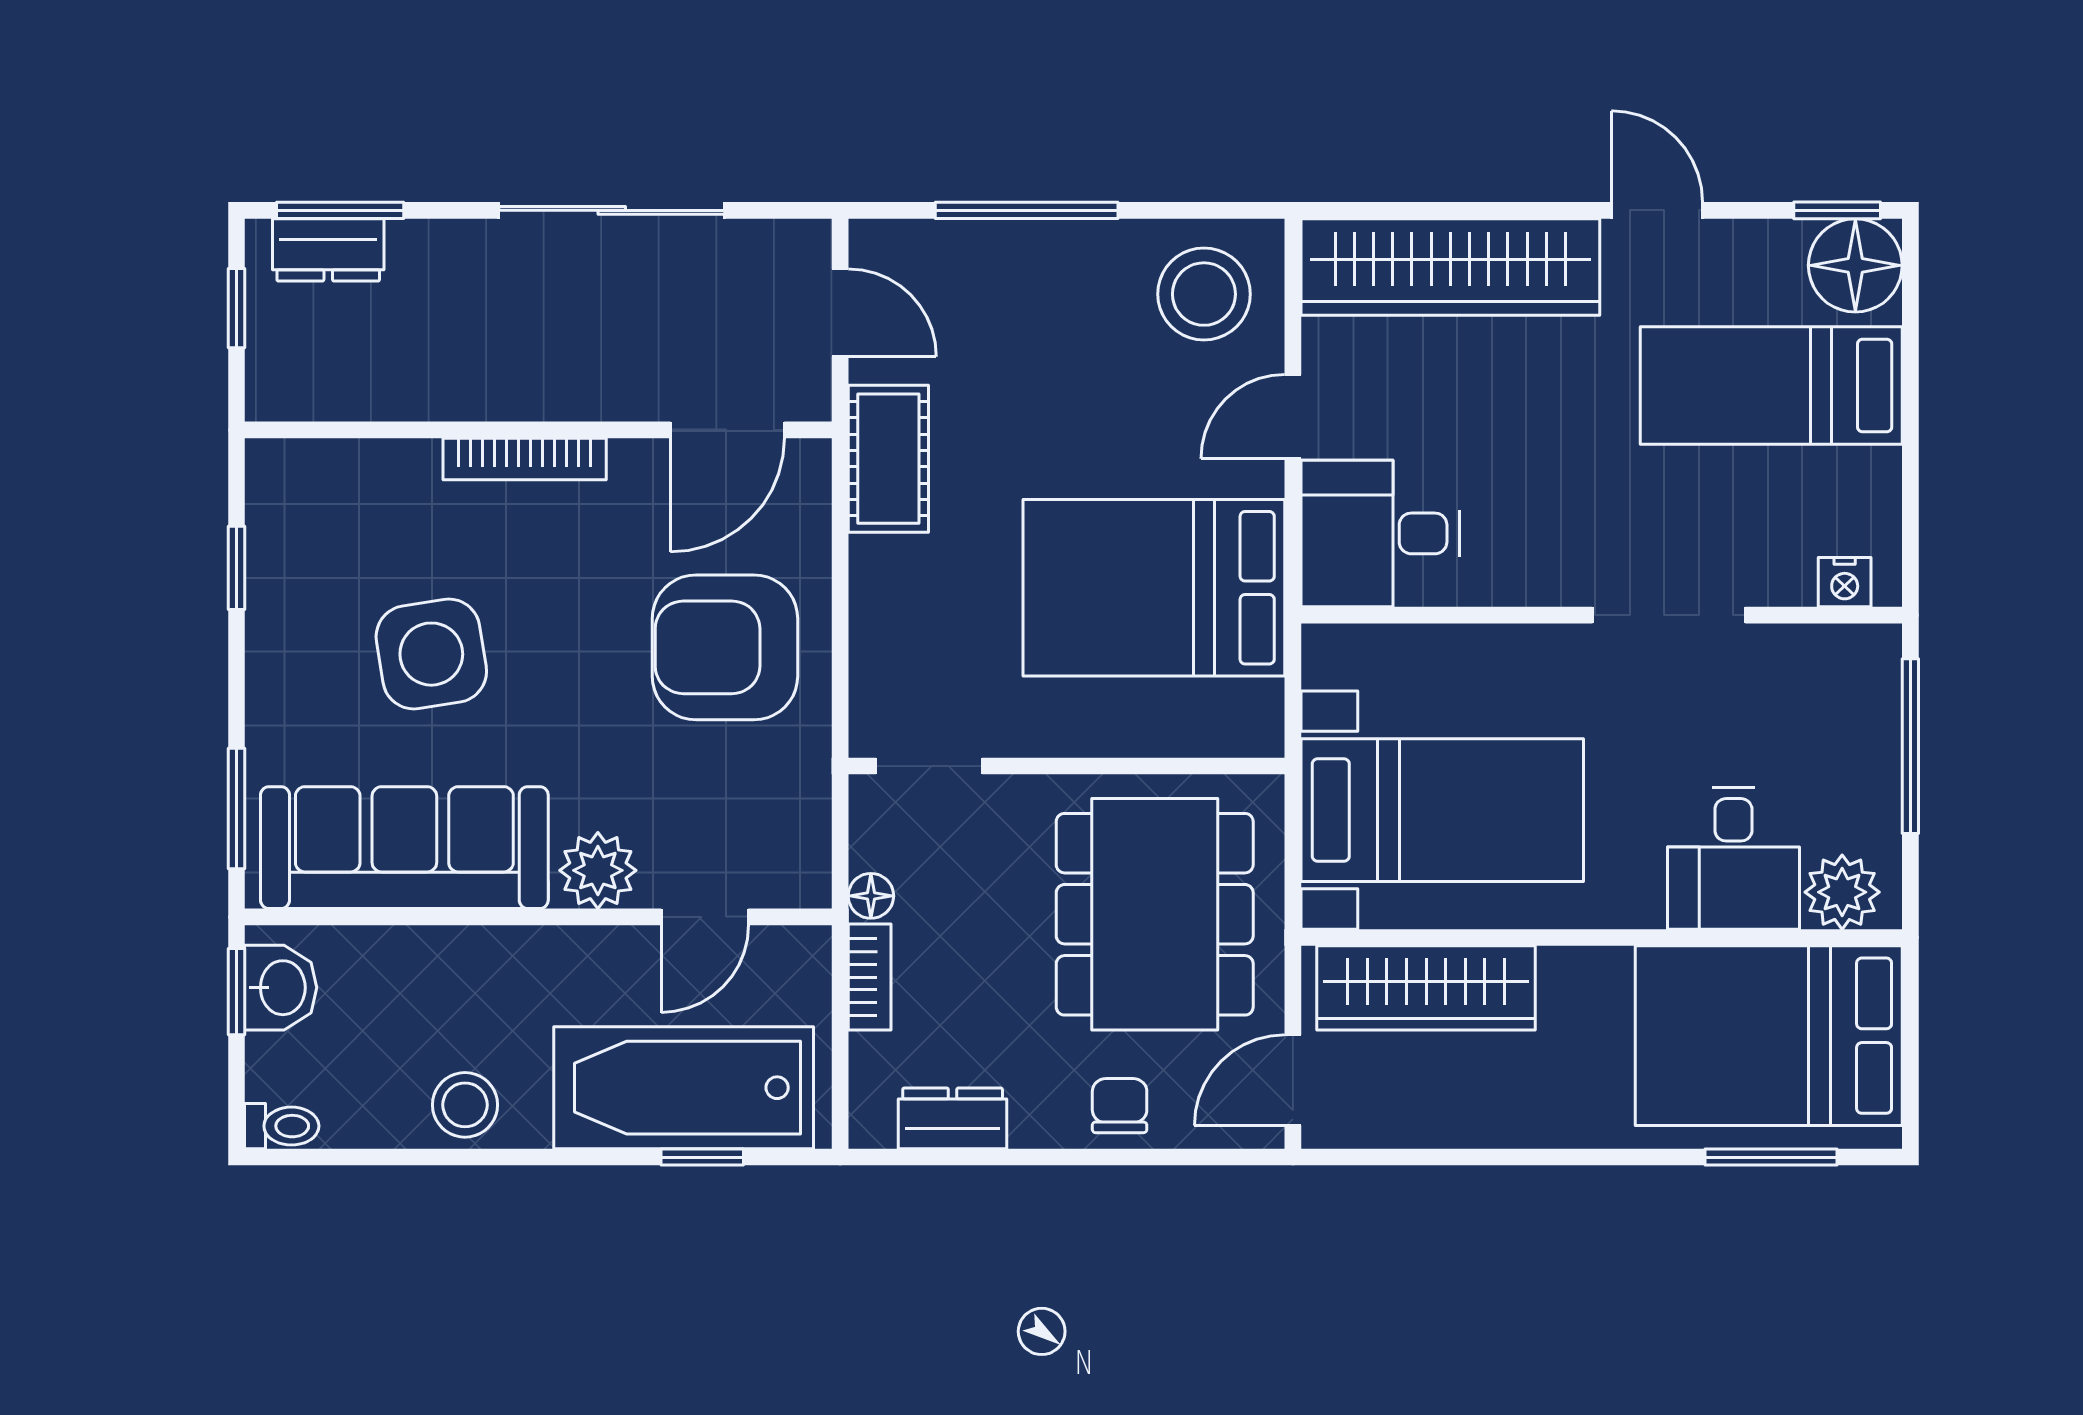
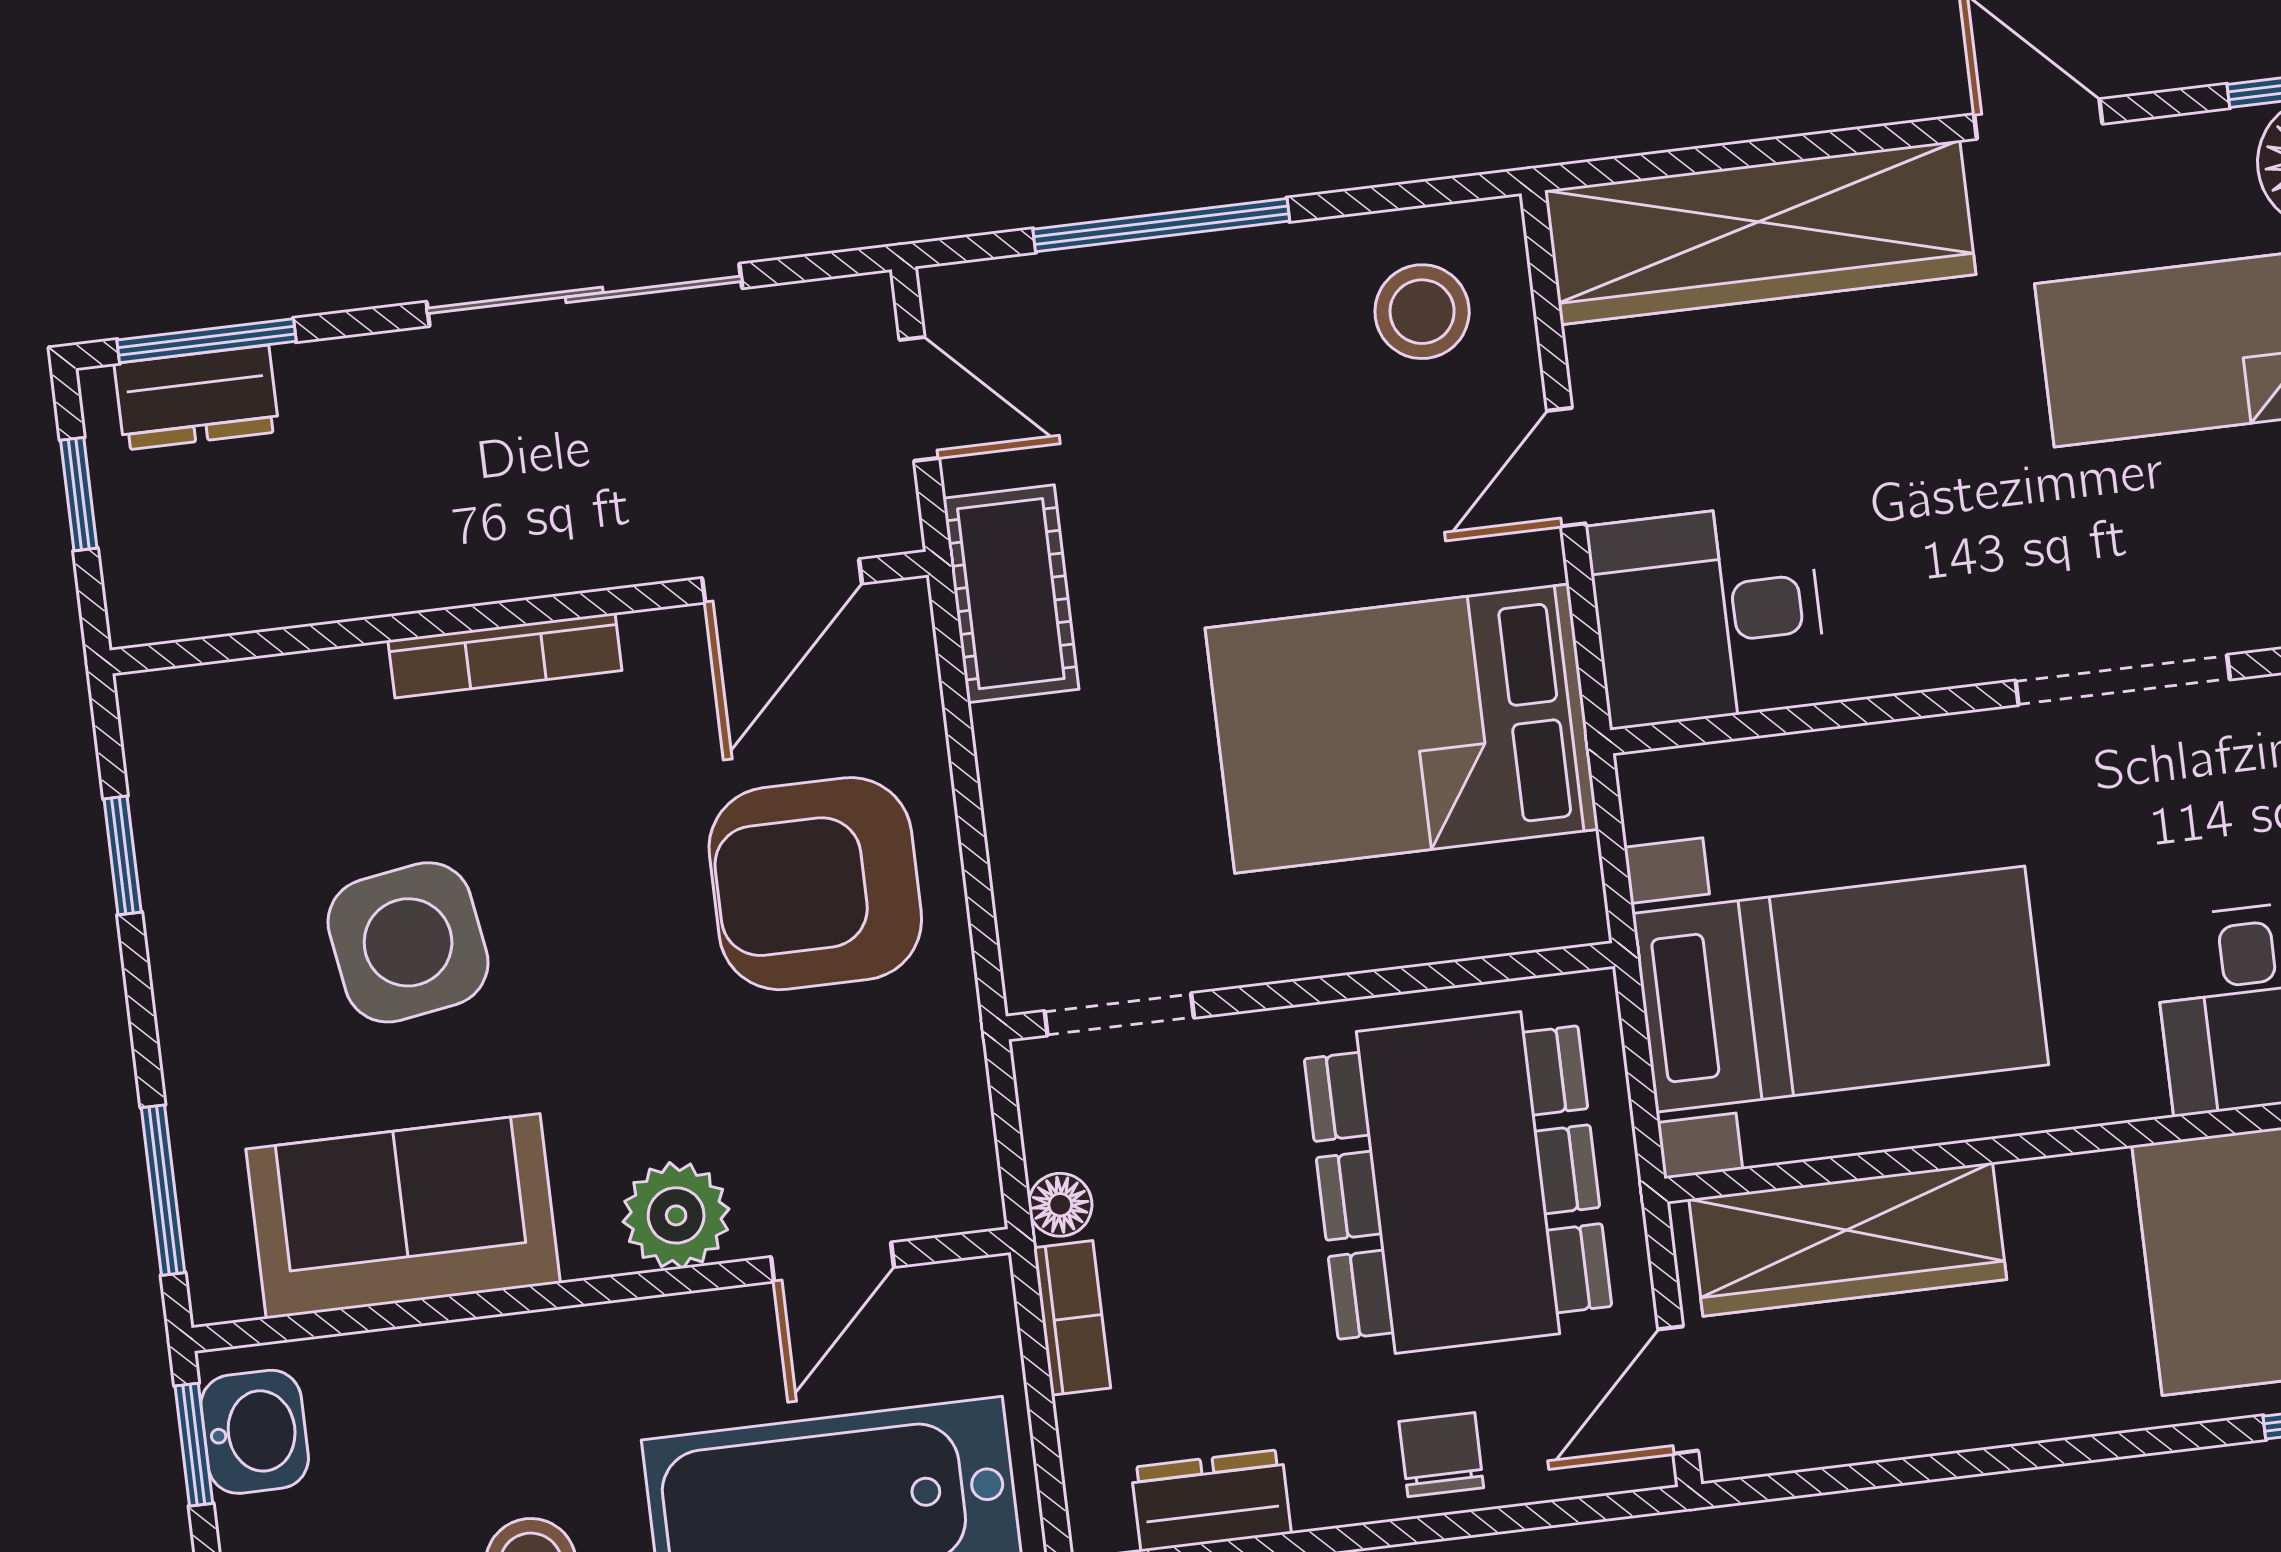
stool: (1204, 294) -> (1422, 312), width x0.73, depth x0.73
sofa: (404, 848) -> (403, 1216), width x0.73

